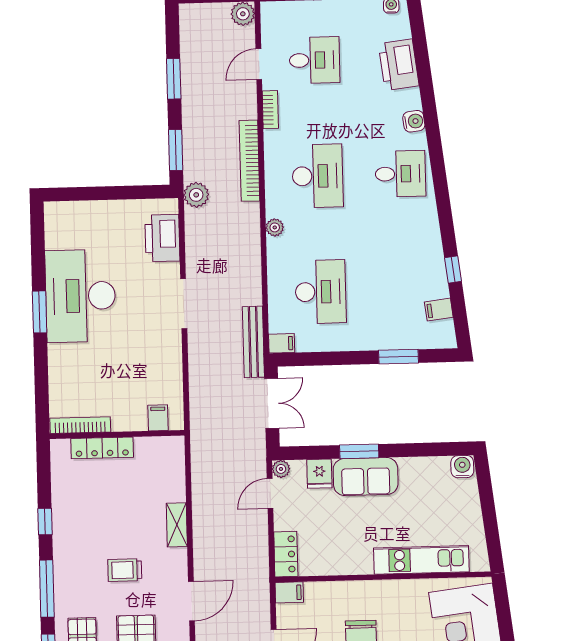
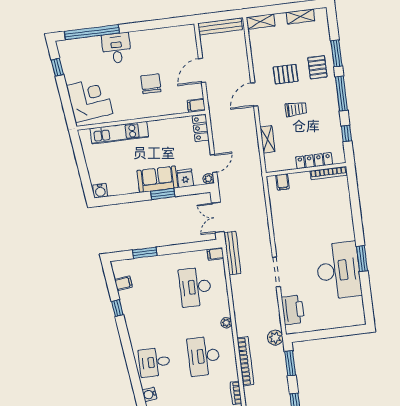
filing cabinet: (158, 418) -> (282, 182), moved
bookcase: (80, 425) -> (329, 173), moved
wall: (117, 435) -> (306, 169), moved
locker: (102, 448) -> (314, 161), moved

